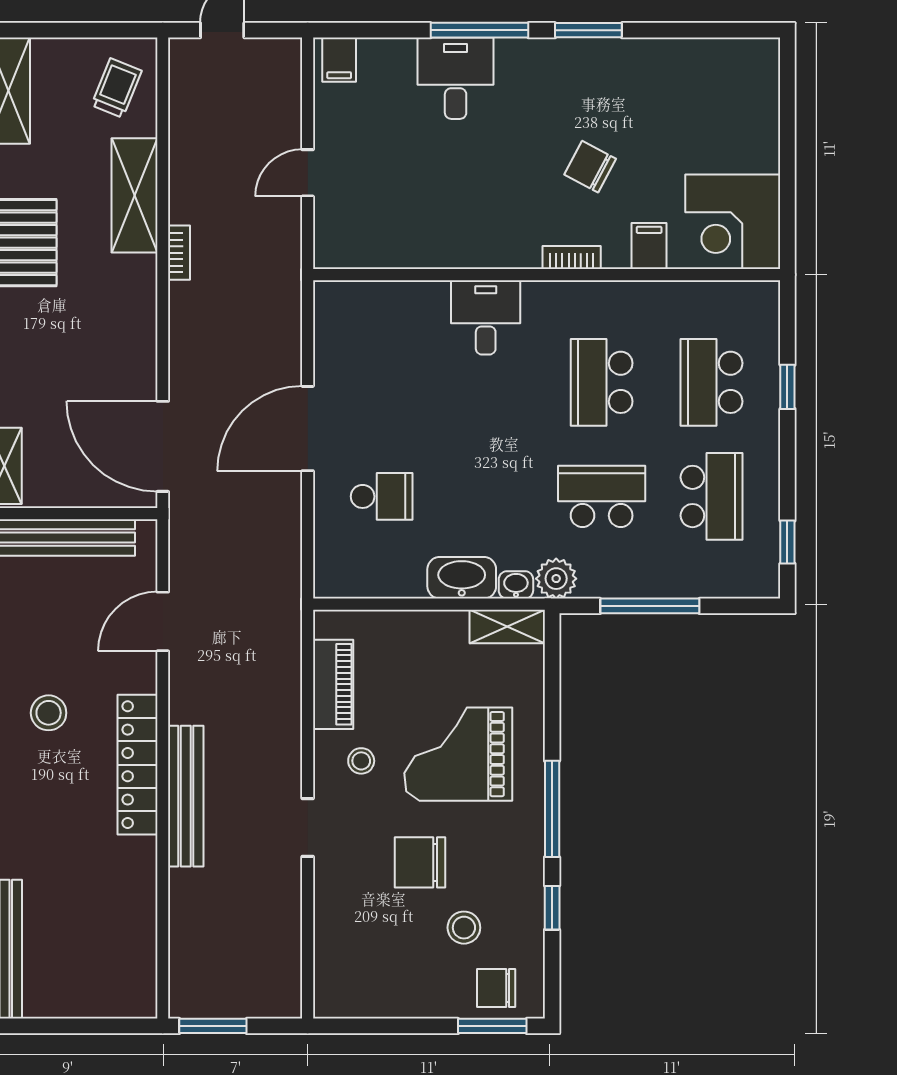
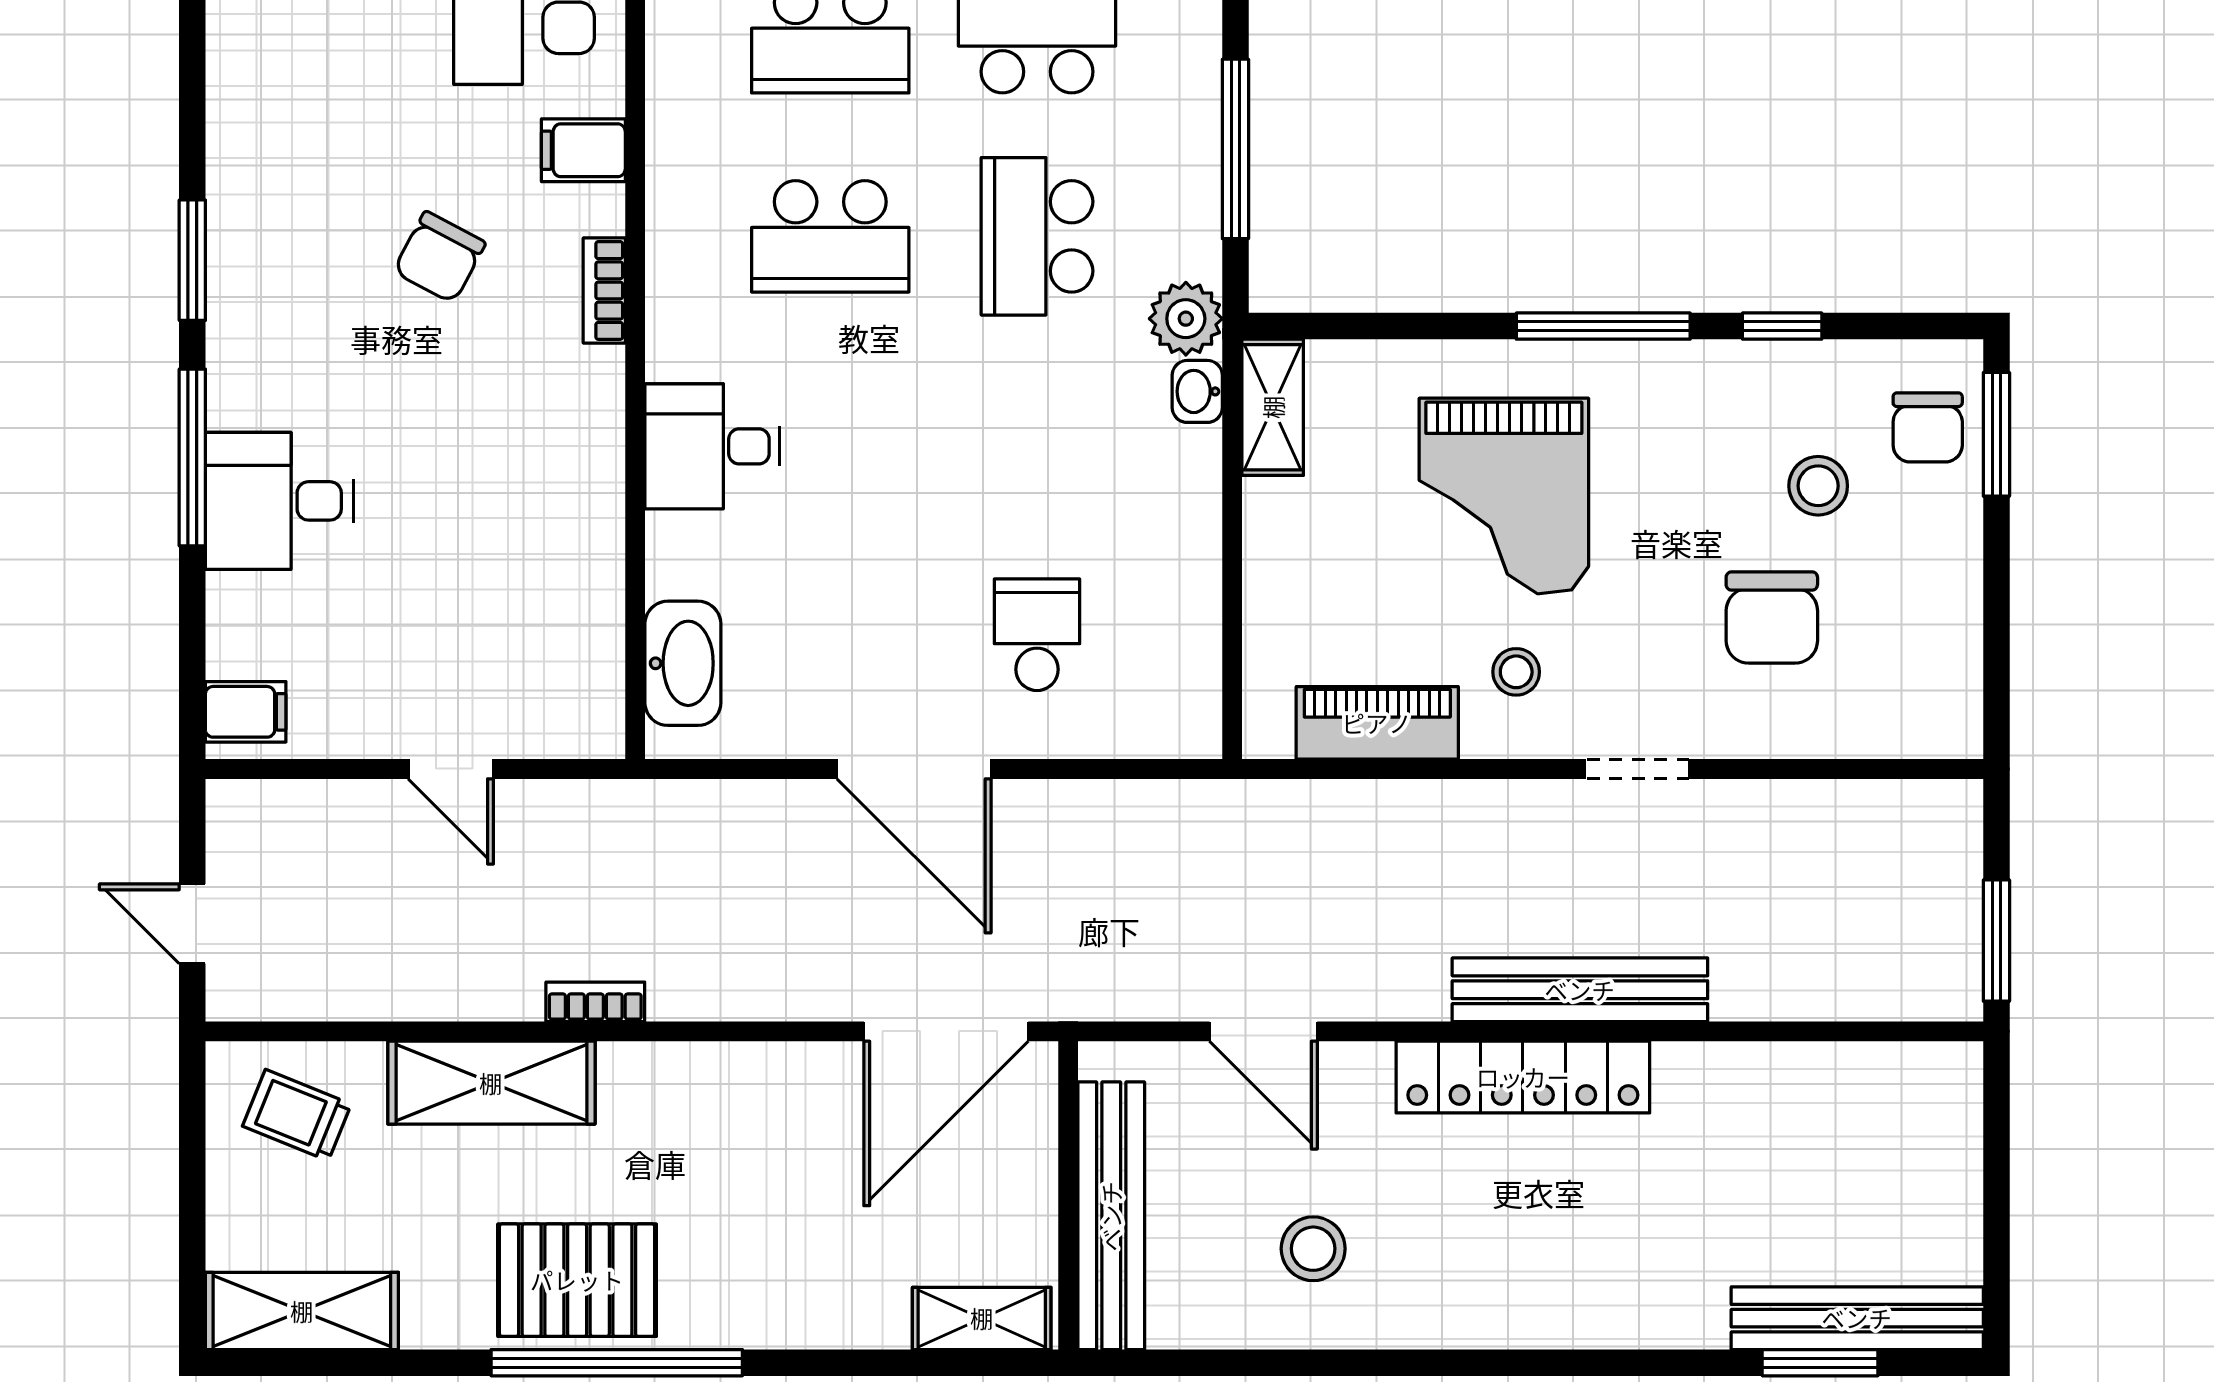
washbasin: (462, 578) -> (683, 663), moved, turned 180
stool: (49, 713) -> (1313, 1249), moved
chair: (420, 862) -> (1772, 618), moved

